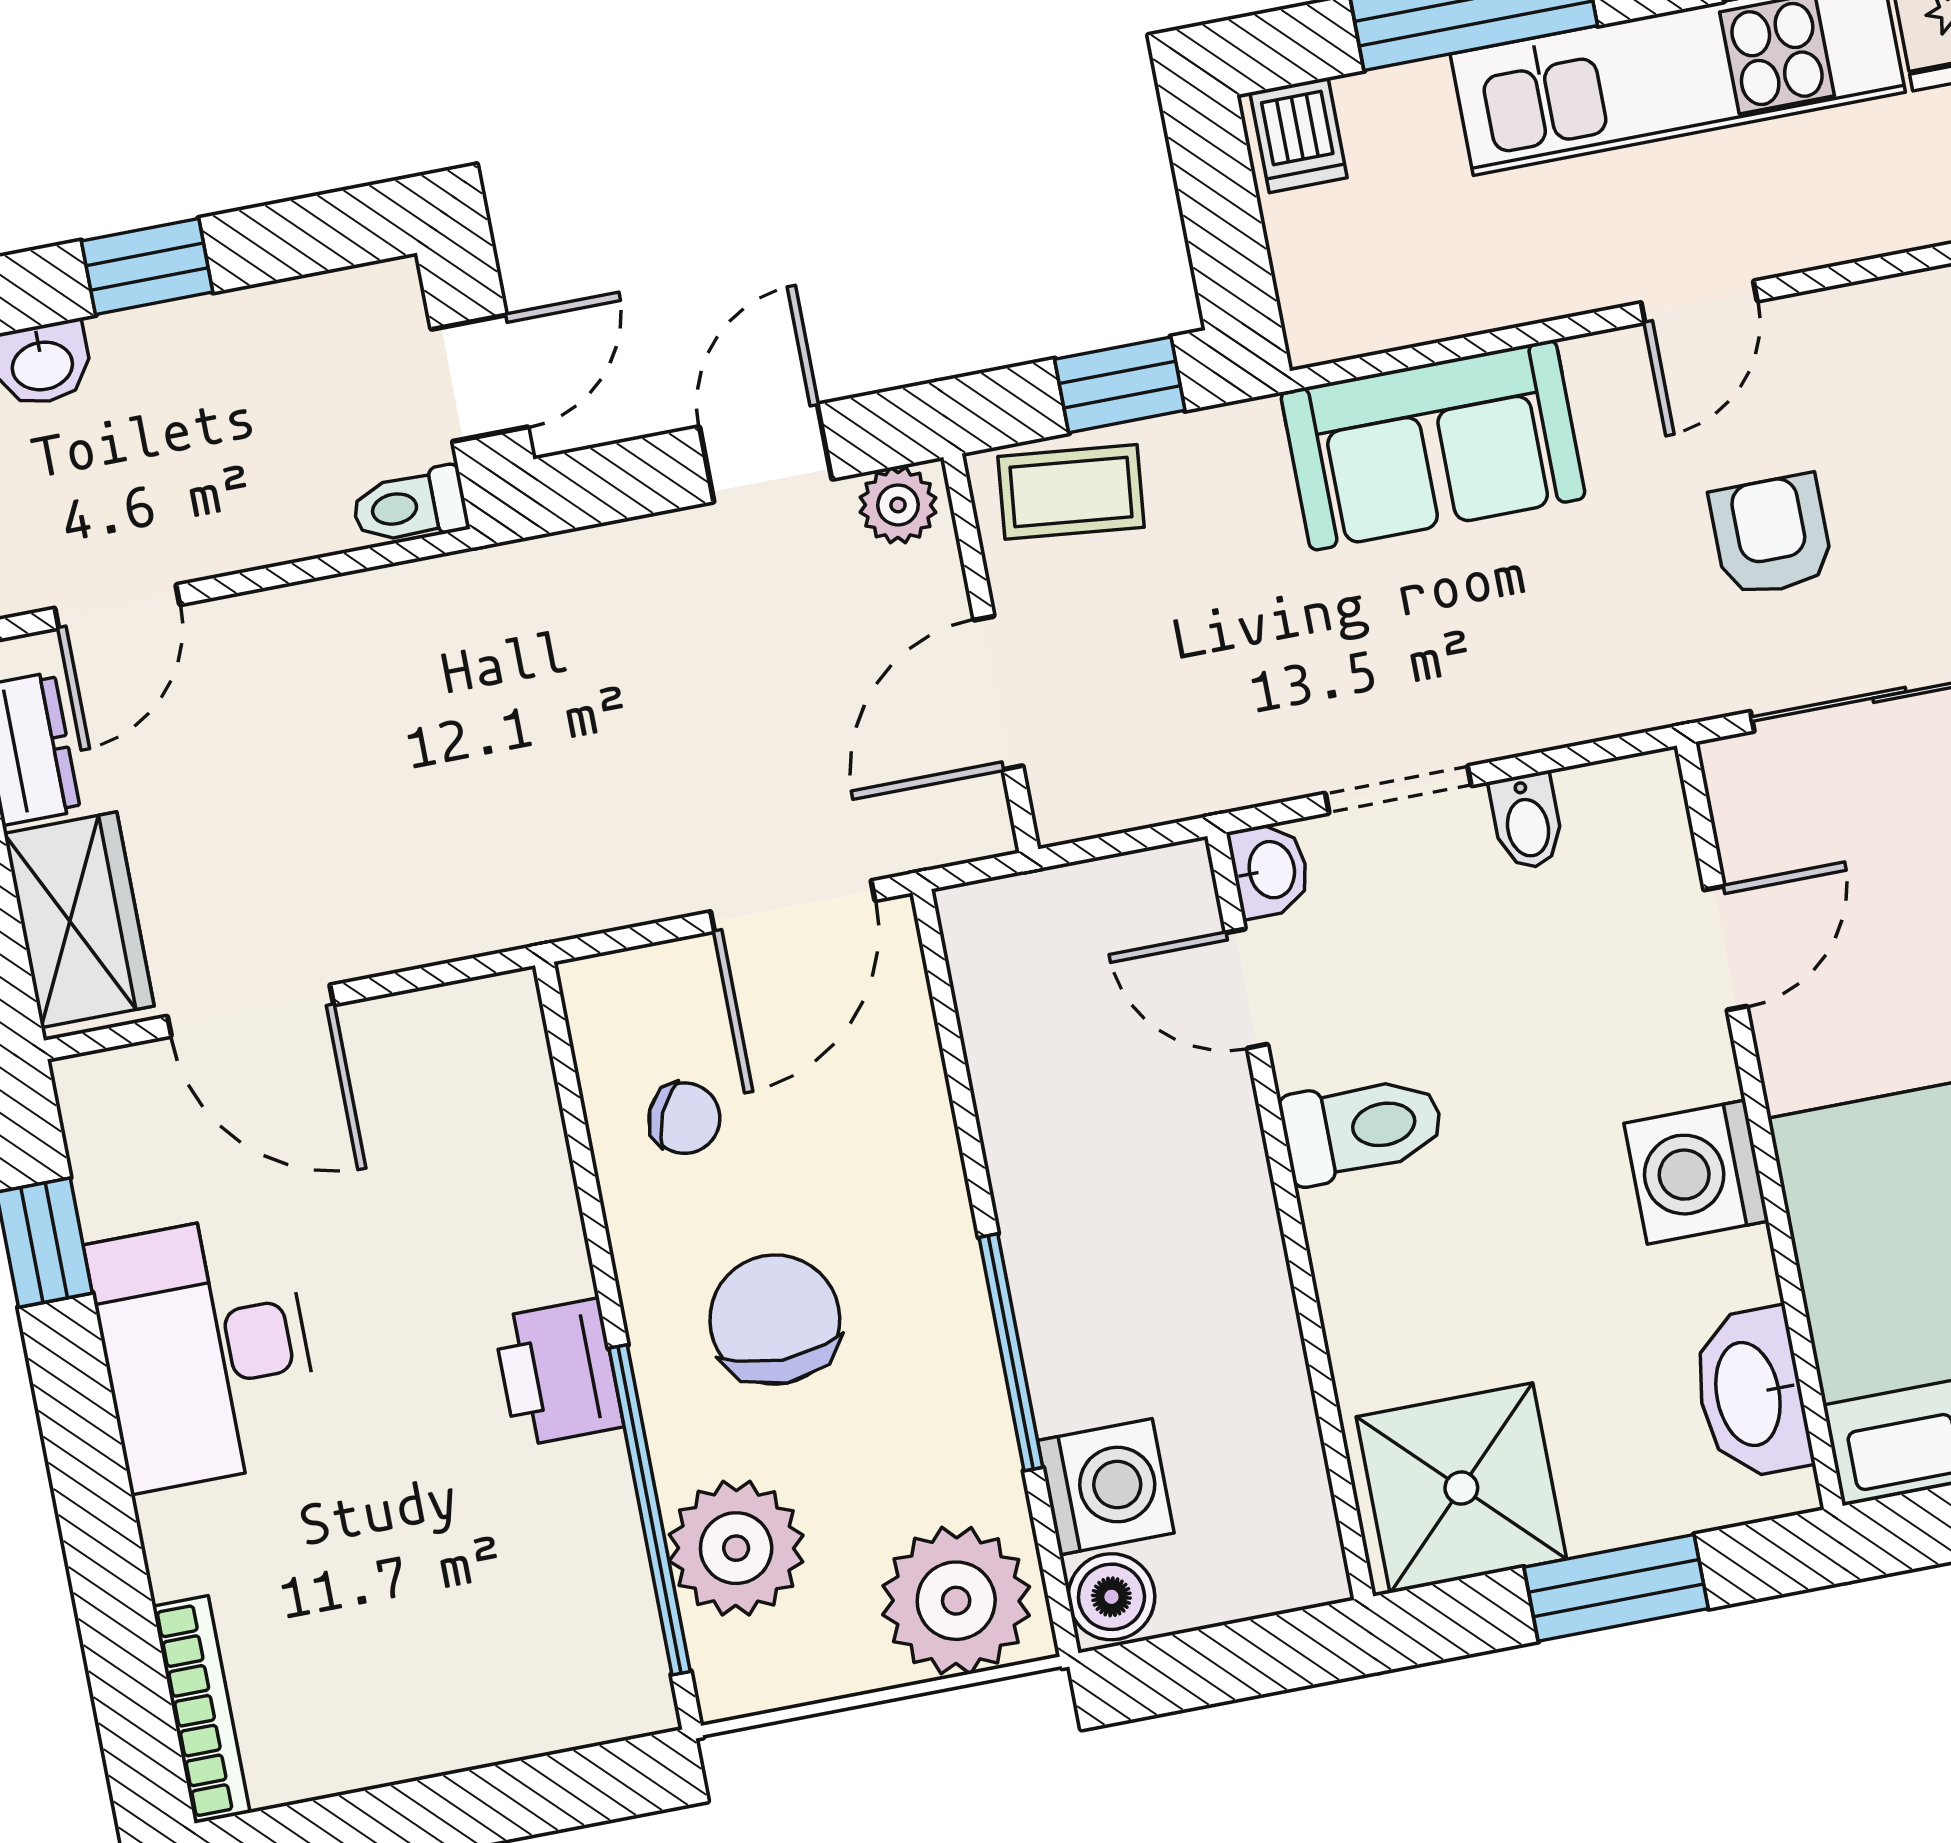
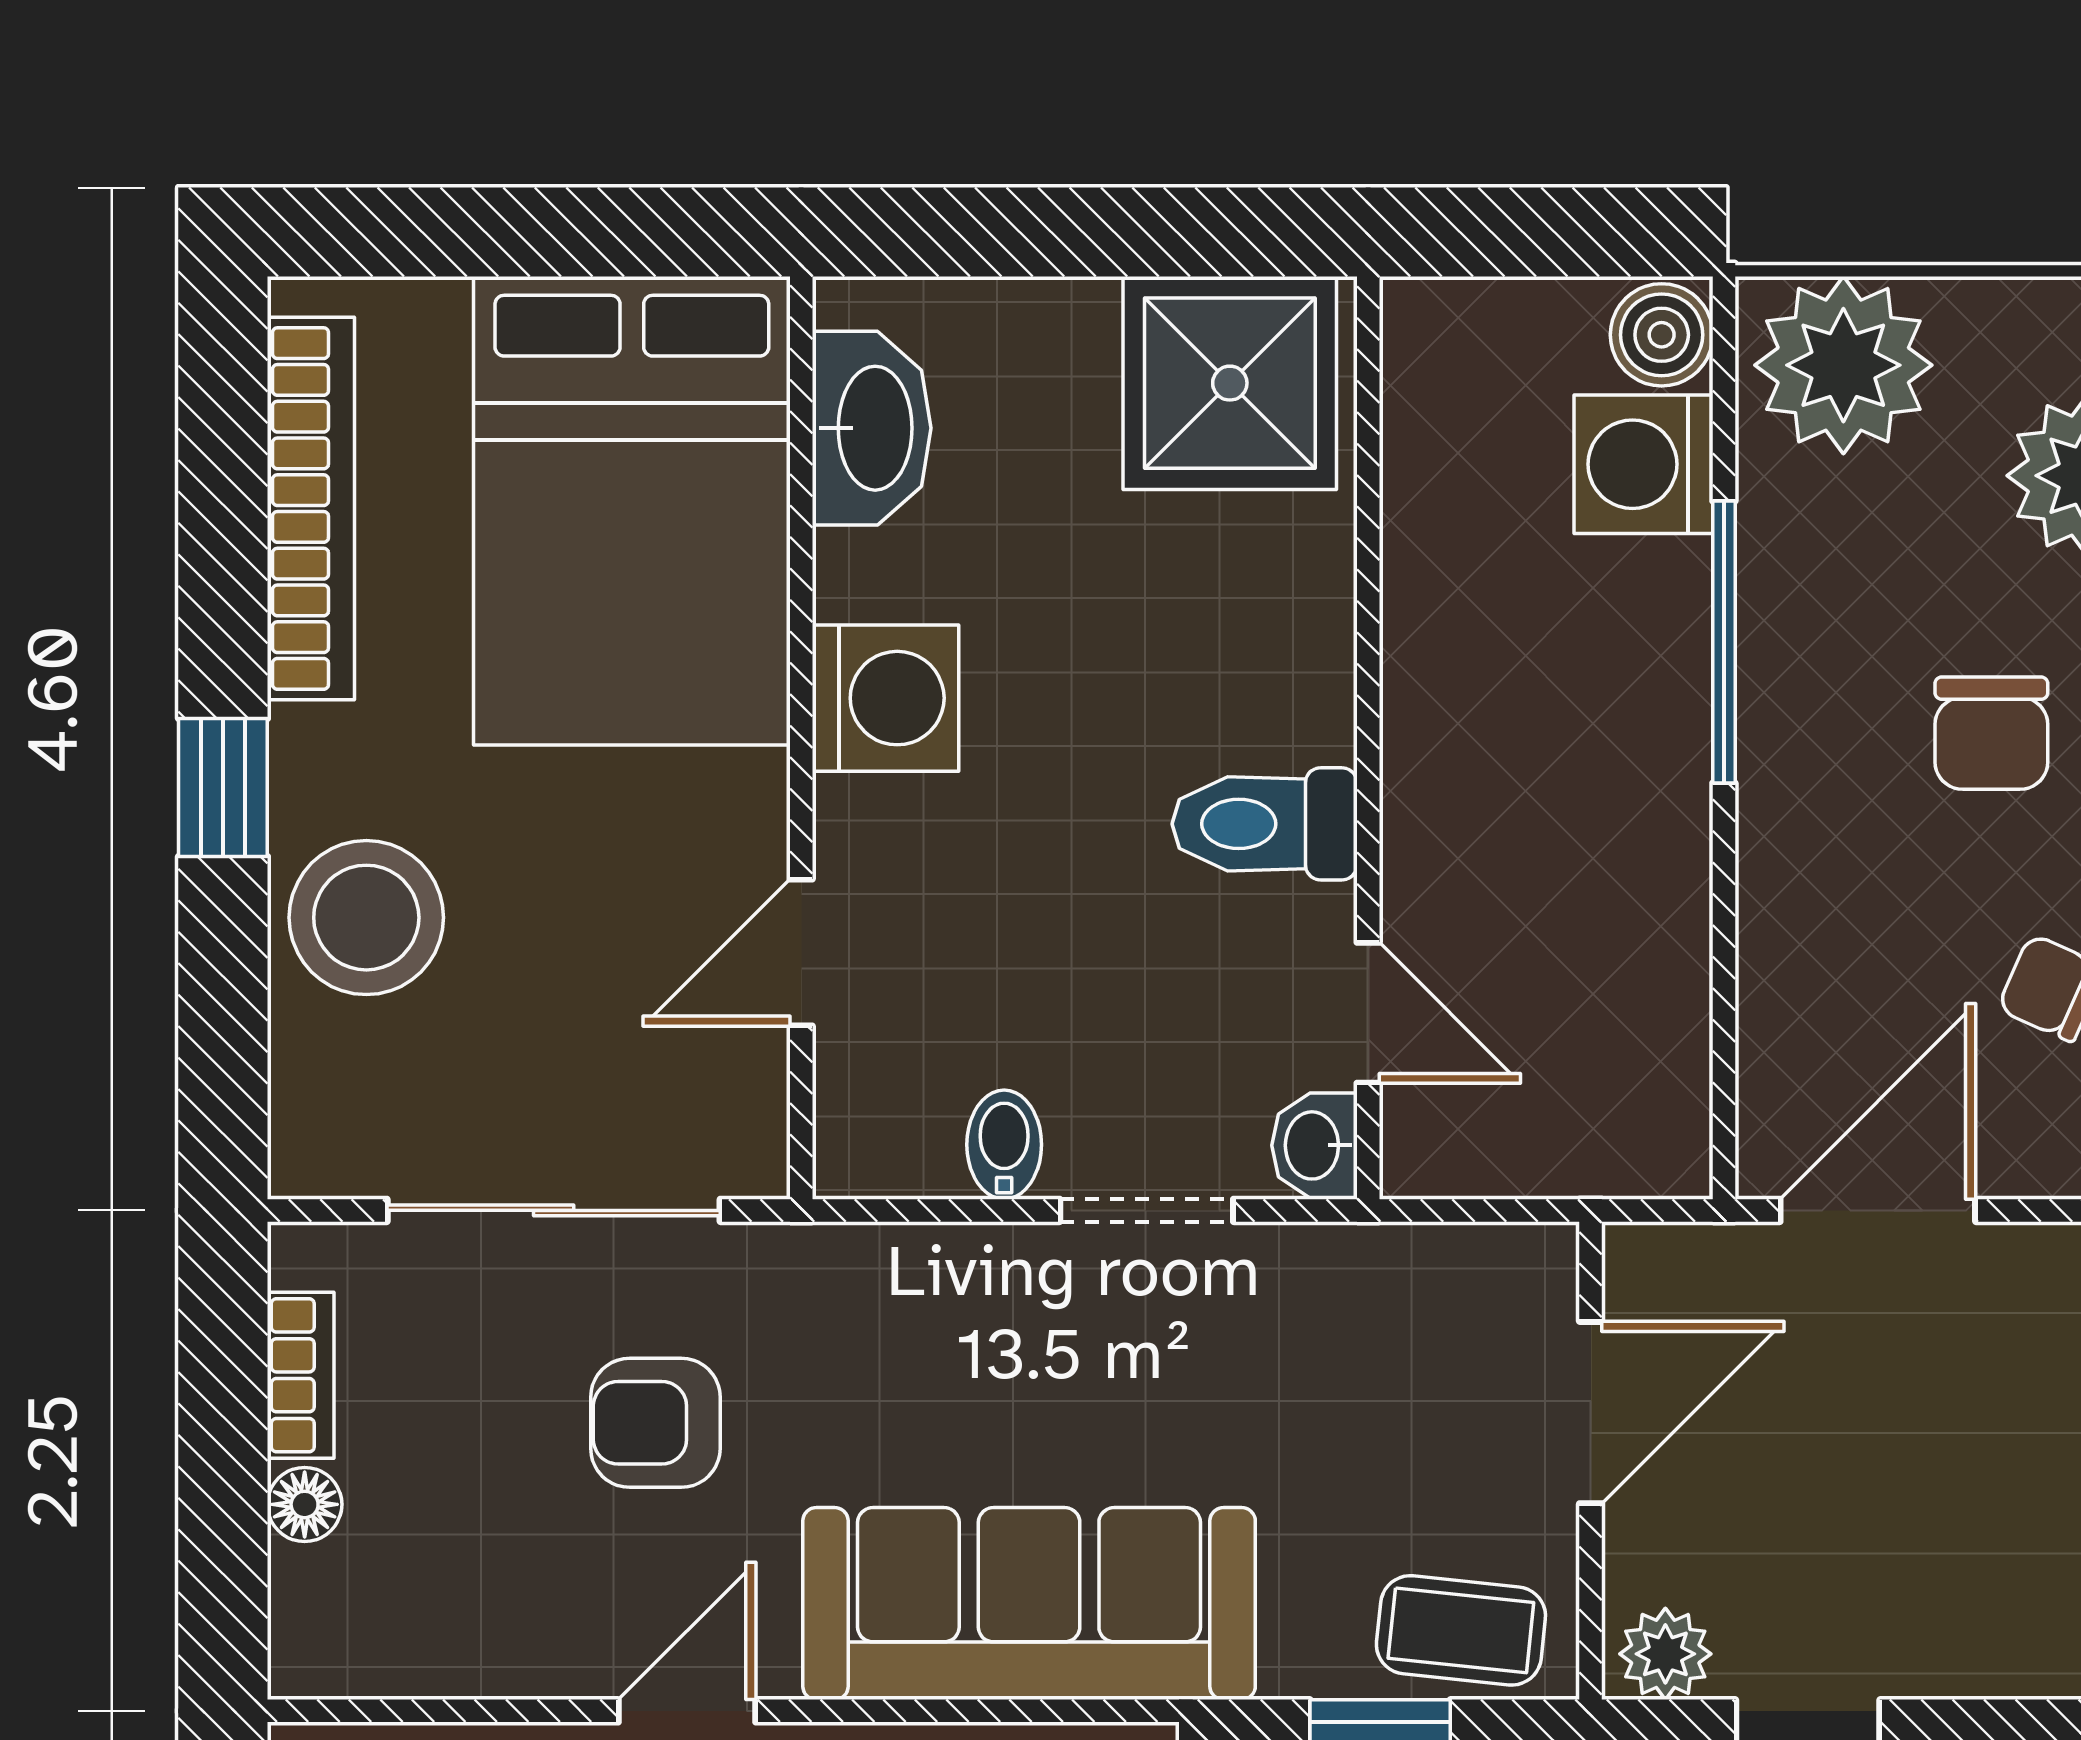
sofa: (1433, 445) -> (1029, 1604), width x1.36
armchair: (1771, 535) -> (655, 1423), turned 90
chair: (775, 1320) -> (1991, 733), width x0.73, depth x0.73
window: (1616, 1588) -> (1072, 232), removed

